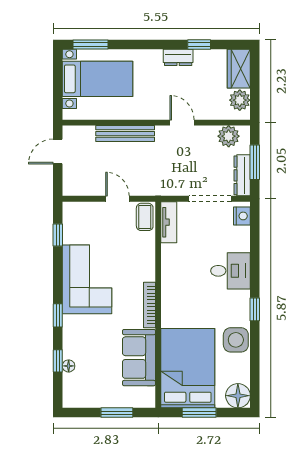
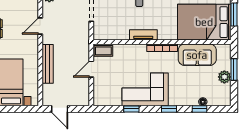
tv unit: (169, 222) -> (143, 35), moved
window: (58, 235) -> (131, 109), moved
plant: (106, 398) -> (224, 77), added

